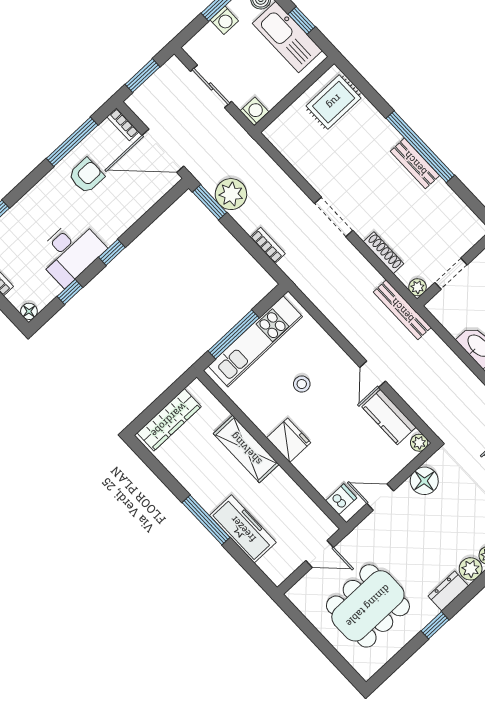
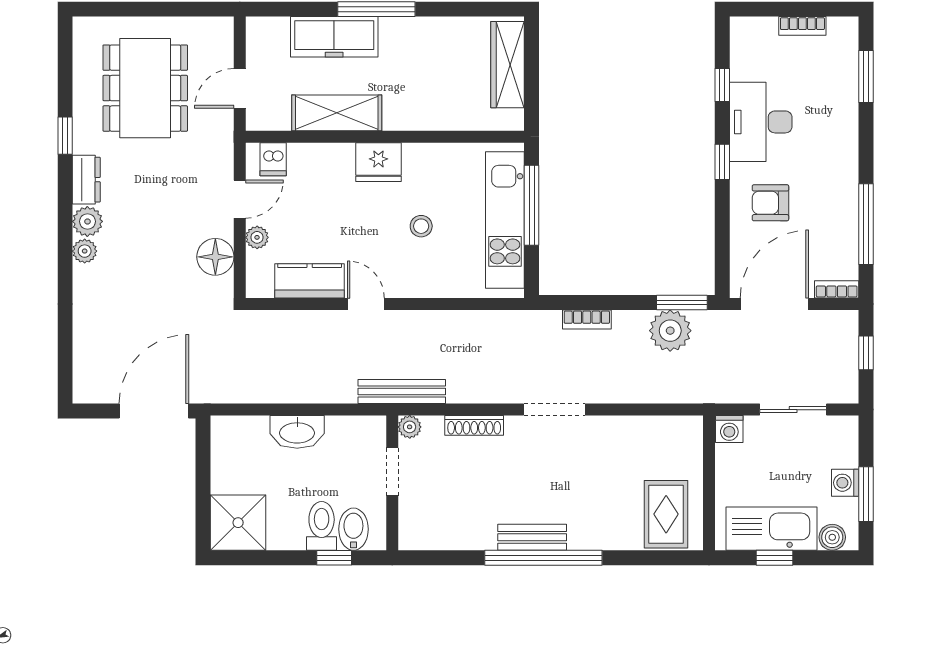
window: (143, 76) -> (866, 353), width x0.67
armchair: (86, 176) -> (770, 203), moved, turned 90
floor lamp: (29, 311) -> (741, 27), removed
plant: (419, 443) -> (257, 237), moved
shelving: (246, 449) -> (337, 113), moved

